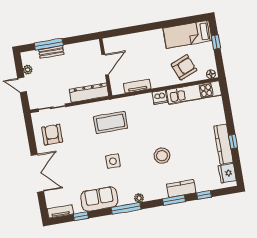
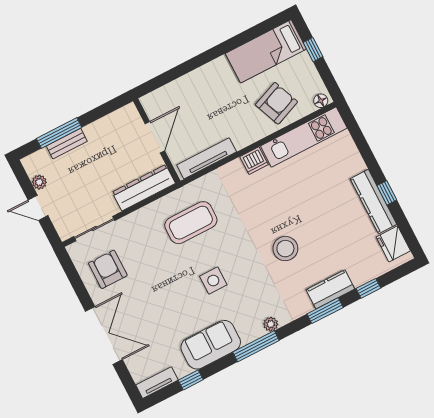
tv unit: (137, 86) -> (207, 158), width x1.41

